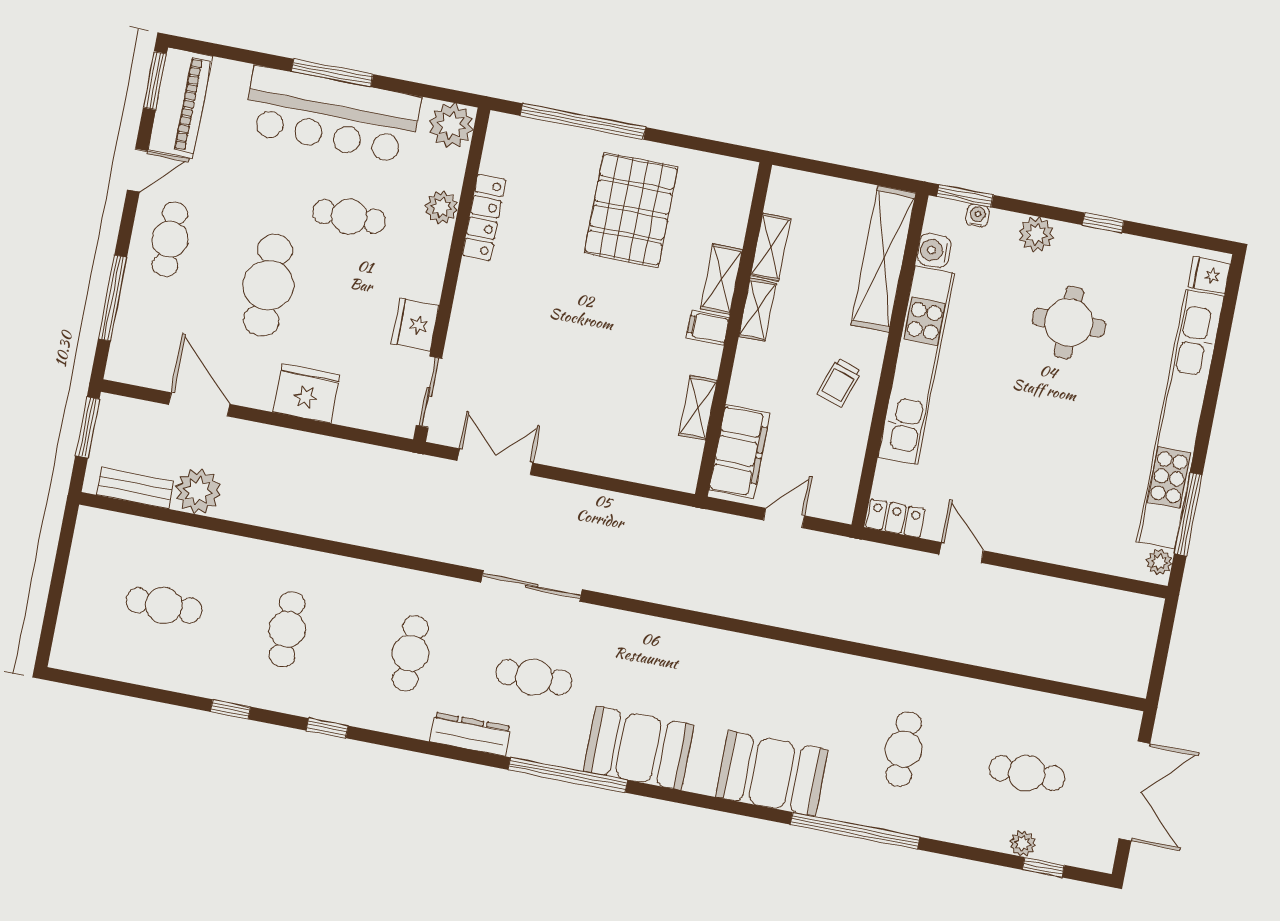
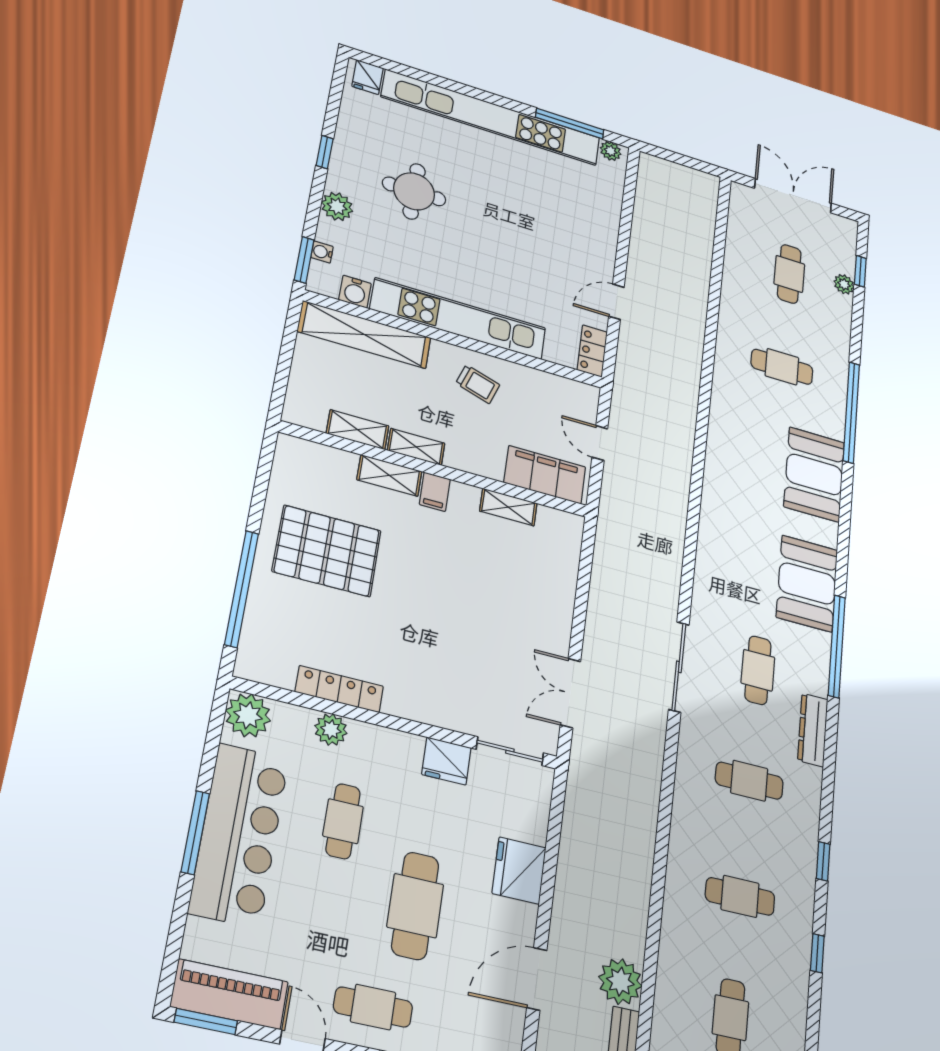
cafe table: (268, 285) -> (415, 906), turned 90

